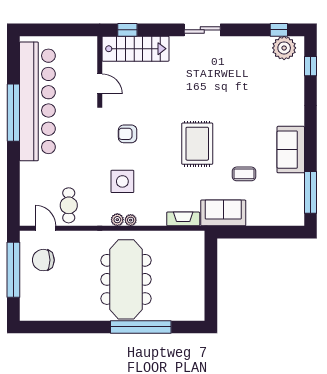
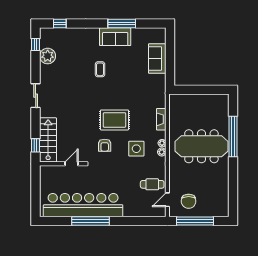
plant: (284, 48) -> (48, 56), moved
rug: (197, 144) -> (114, 120), moved
coffee table: (244, 174) -> (100, 69), moved
window: (310, 192) -> (122, 24), moved
sofa: (223, 213) -> (157, 59), moved
fireplace: (183, 219) -> (161, 119), moved

